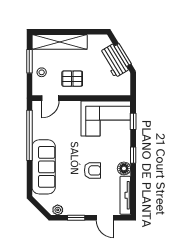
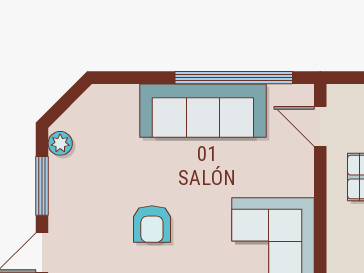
sofa: (44, 167) -> (203, 111), moved
window: (76, 218) -> (42, 186), width x1.50

